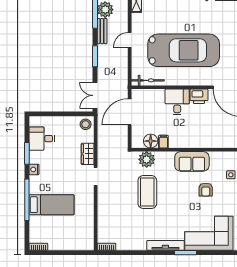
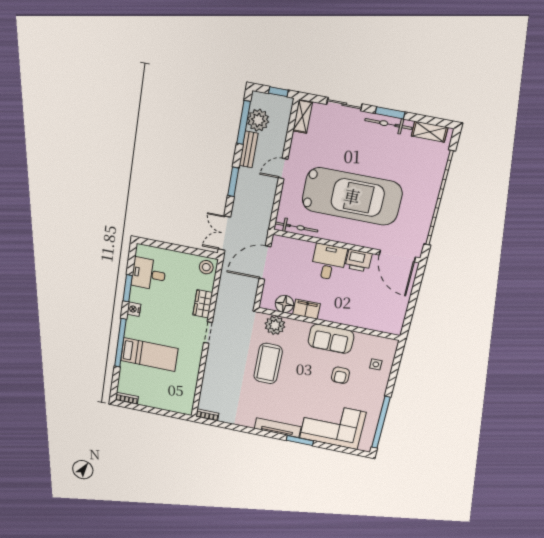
filing cabinet: (163, 142) -> (306, 309), width x2.00

